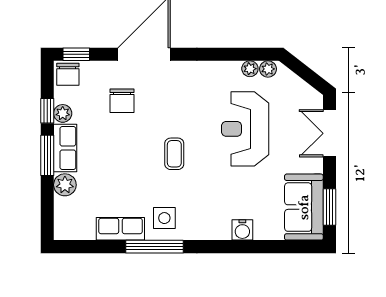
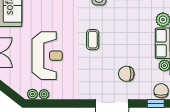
chair: (122, 101) -> (126, 74), turned -90

